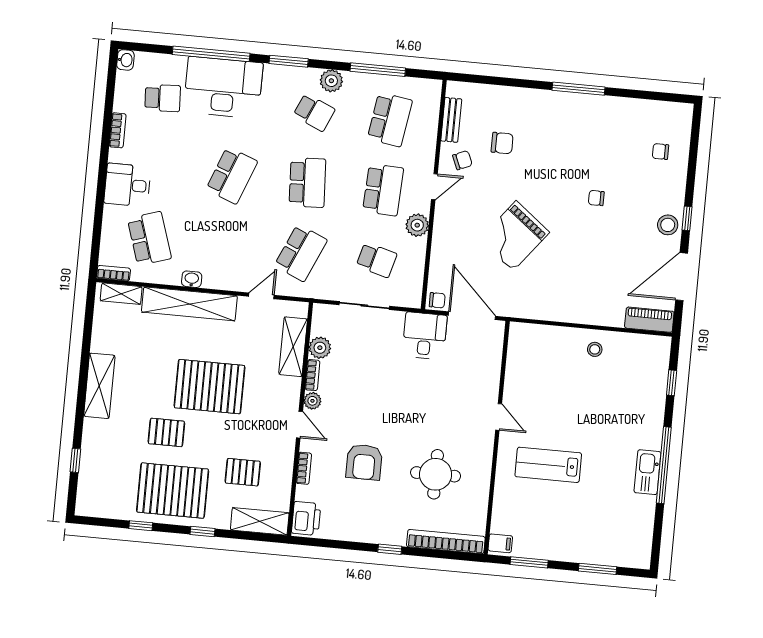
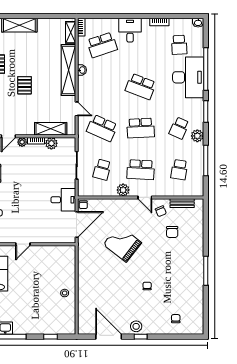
school desk: (390, 120) -> (179, 170), width x0.54
piano: (649, 320) -> (84, 321), removed
pallet: (210, 387) -> (25, 85), width x0.49, depth x0.50

